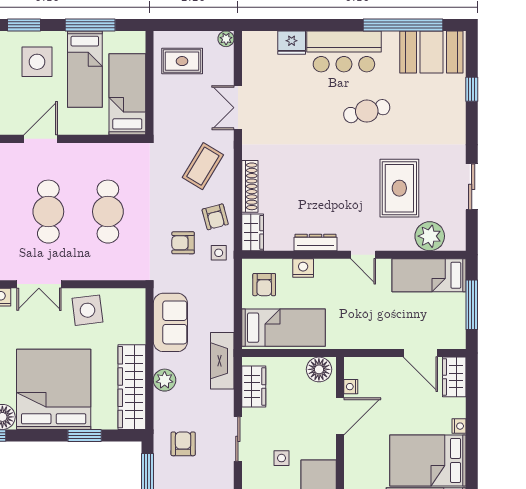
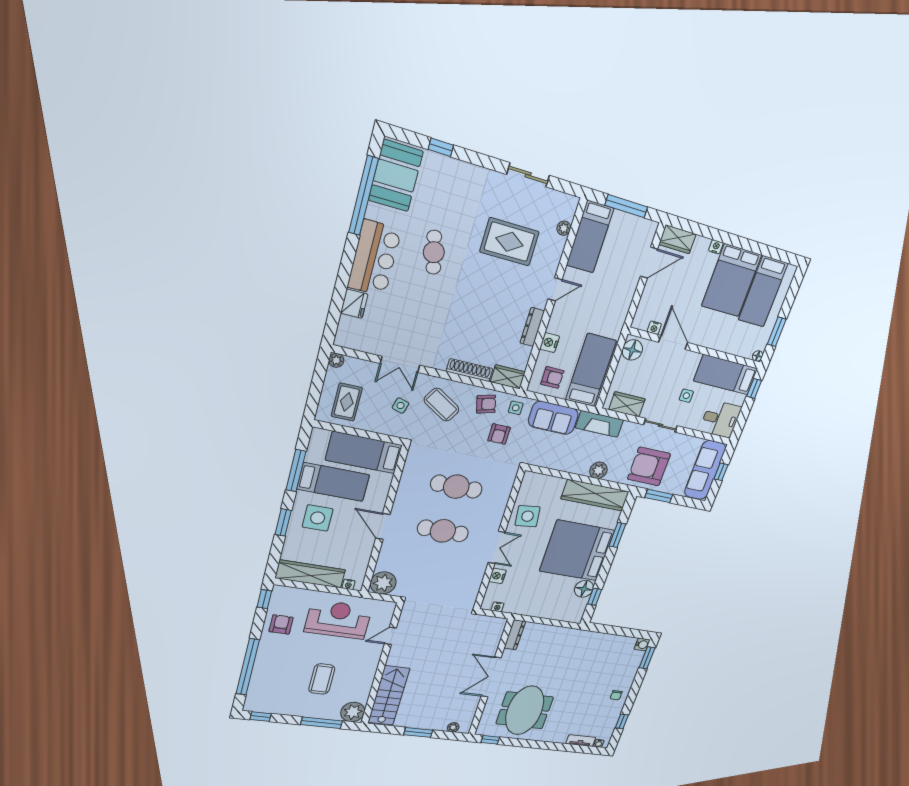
side table: (191, 121) -> (401, 406), added
plant: (430, 236) -> (564, 228), width x0.53, depth x0.53
sofa: (170, 322) -> (553, 418), moved, turned 180
armchair: (183, 444) -> (649, 466), width x1.88, depth x1.88

